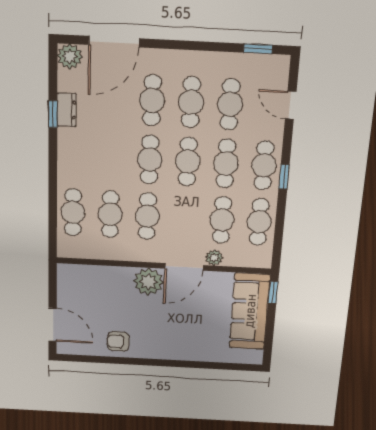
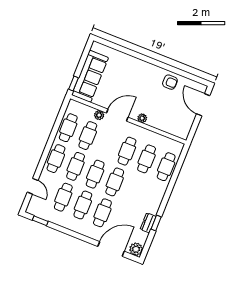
window: (284, 177) -> (47, 149), removed
plant: (148, 282) -> (142, 118), width x0.53, depth x0.53

